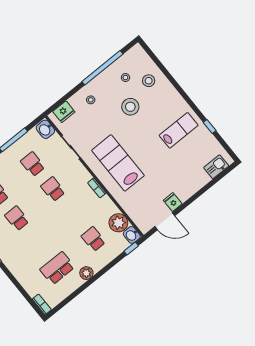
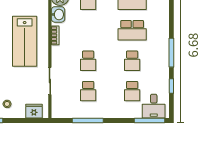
washbasin: (45, 129) -> (58, 14), moved
school desk: (37, 243) -> (132, 30), added

